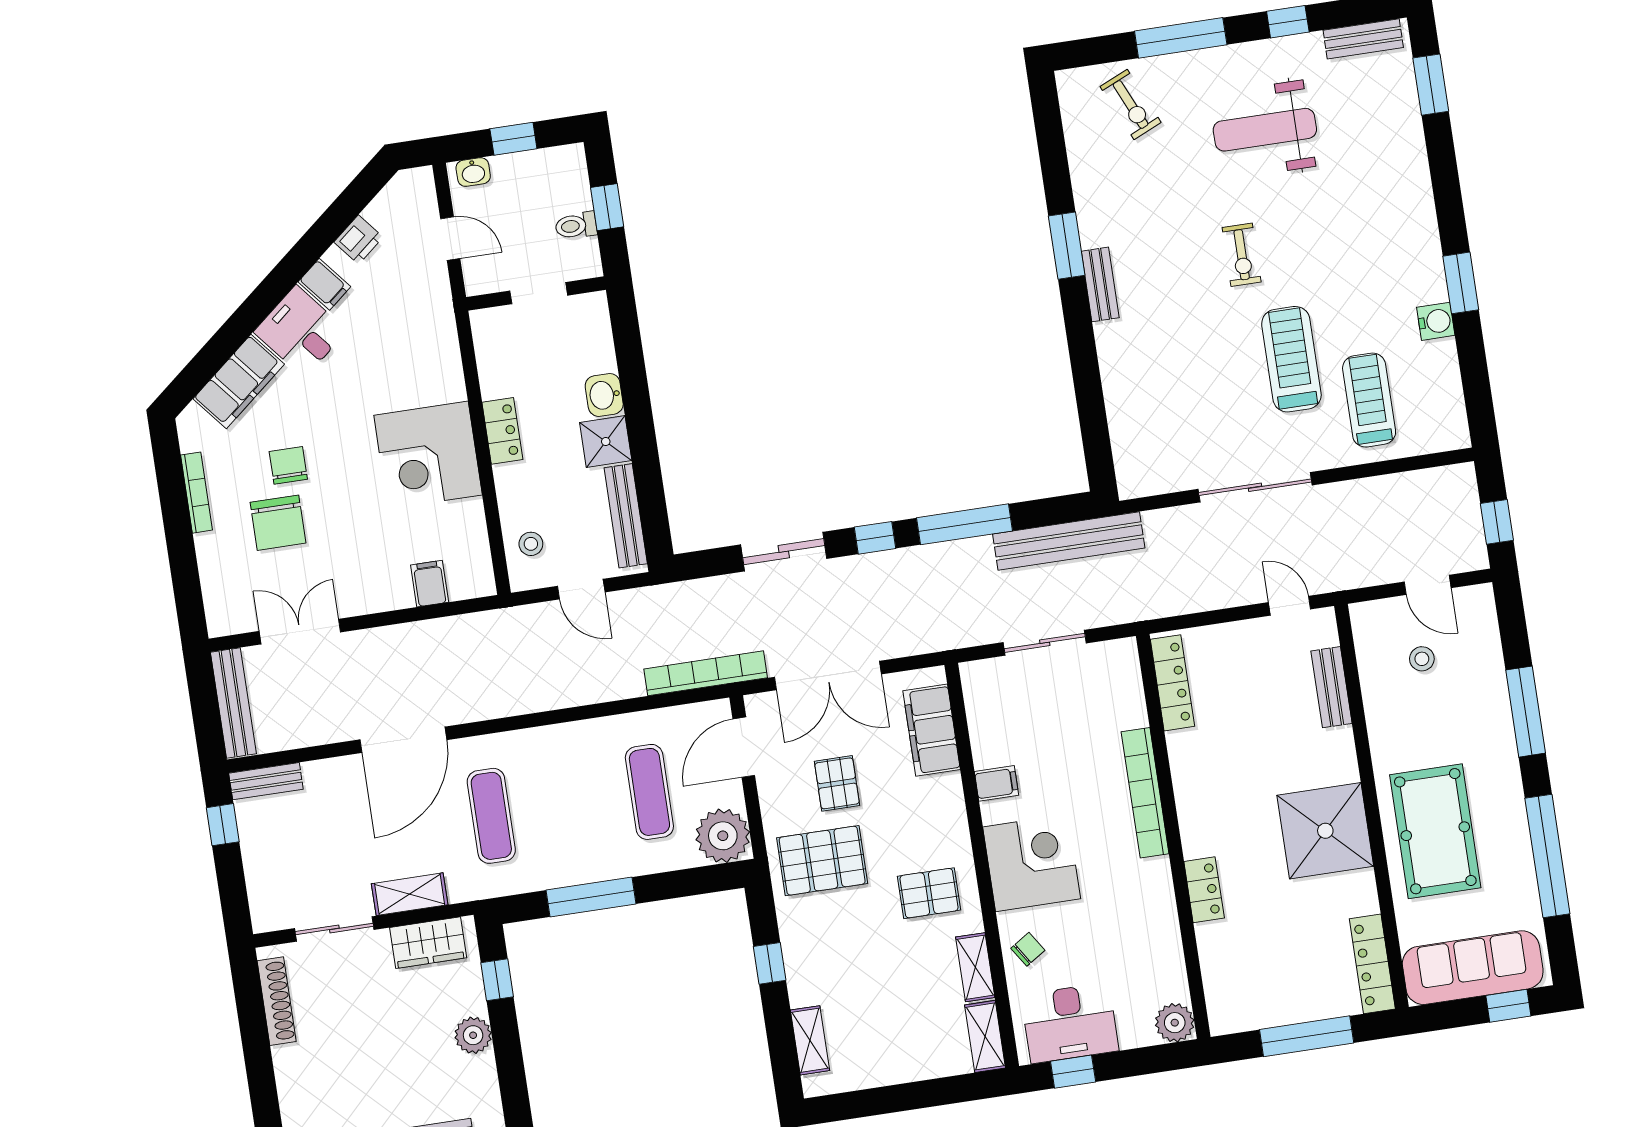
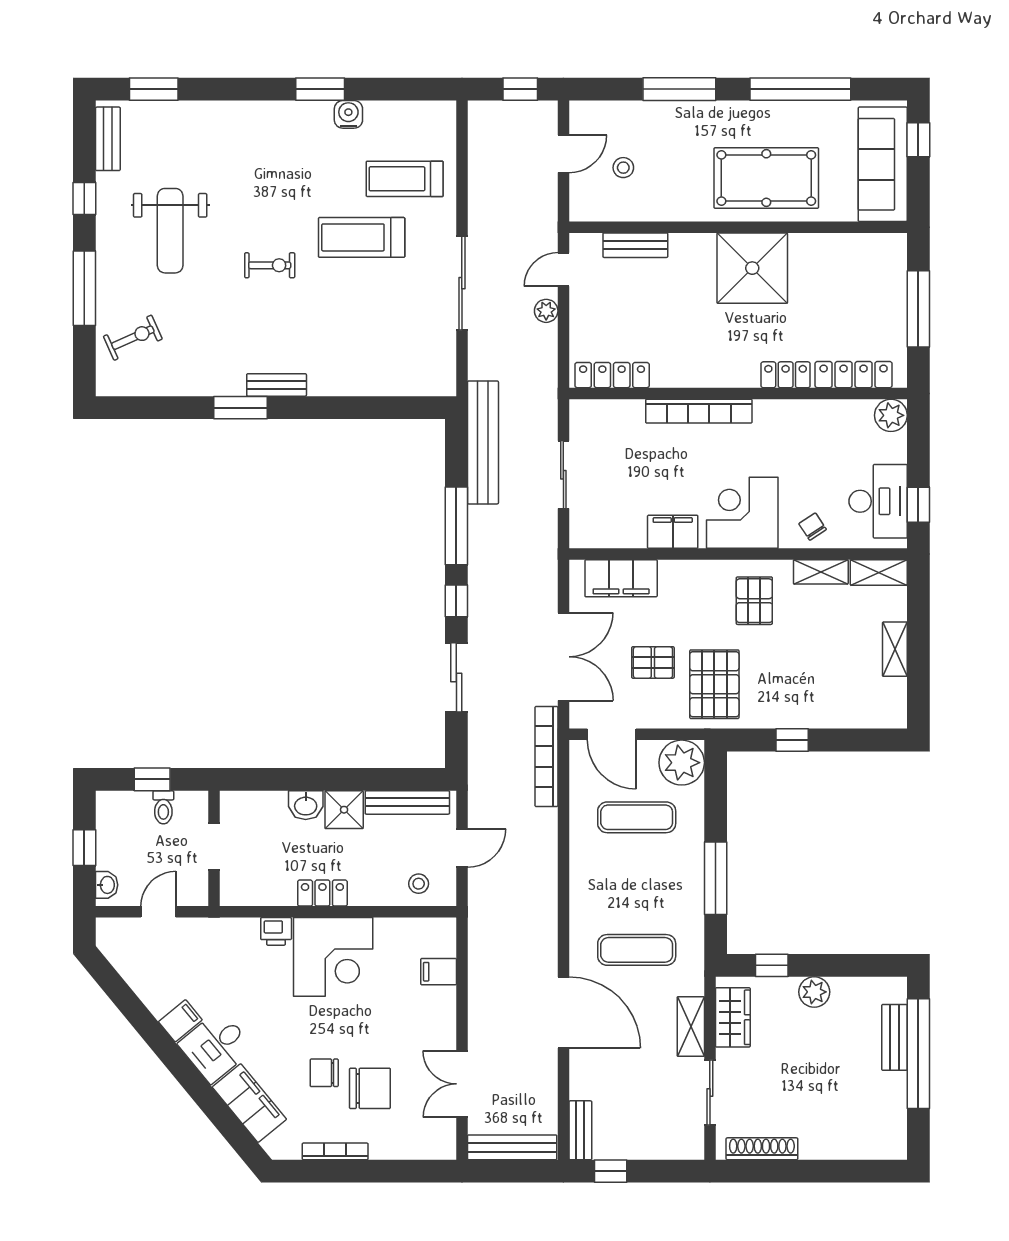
printer: (358, 240) -> (276, 931), moved, turned 129
plant: (1237, 593) -> (546, 311), added
filing cabinet: (997, 783) -> (673, 532), width x2.00
locker: (1372, 964) -> (854, 375), moved, turned 180
shelving: (810, 1040) -> (895, 649), moved, turned 90

